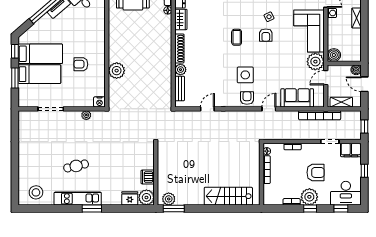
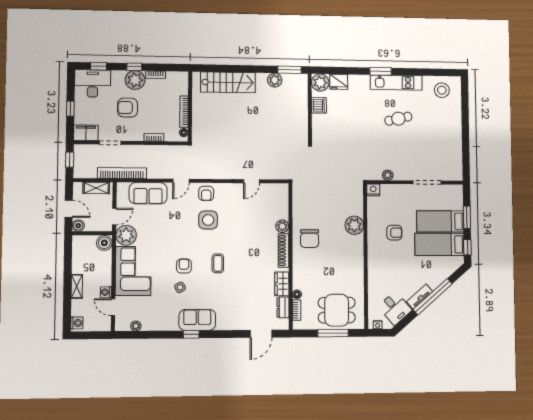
chair: (156, 59) -> (310, 239), added
bench: (180, 88) -> (283, 205), removed
plant: (169, 199) -> (275, 80), moved

